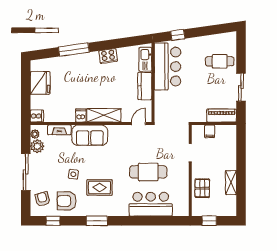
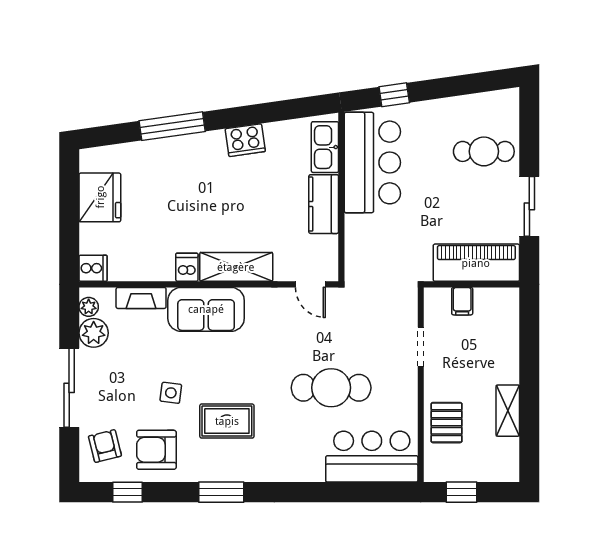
piano: (222, 116) -> (476, 263), width x1.37, depth x1.33
door: (139, 124) -> (310, 284), swing flipped
bar counter: (151, 204) -> (372, 457), moved

